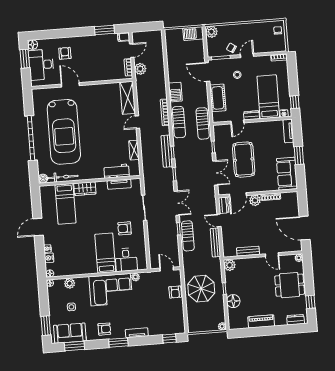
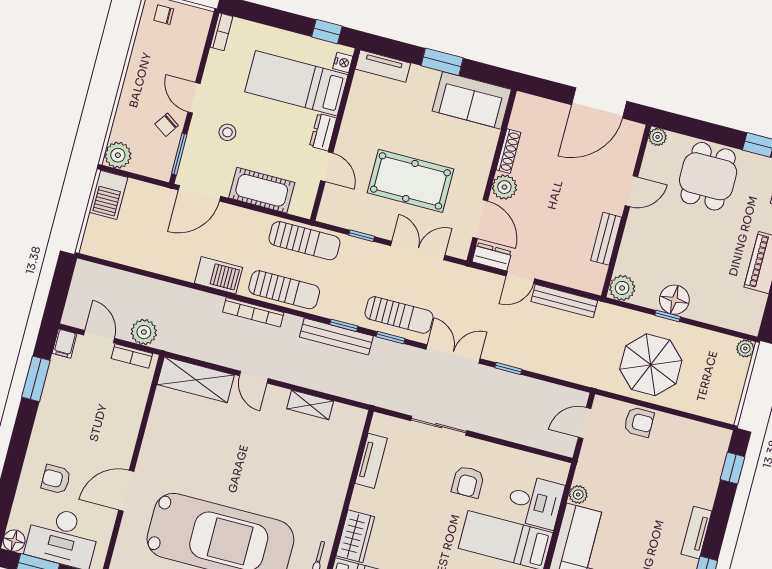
workbench: (117, 171) -> (342, 457), removed
sun lounger: (188, 236) -> (399, 315), moved
floor lamp: (233, 301) -> (674, 300), moved

